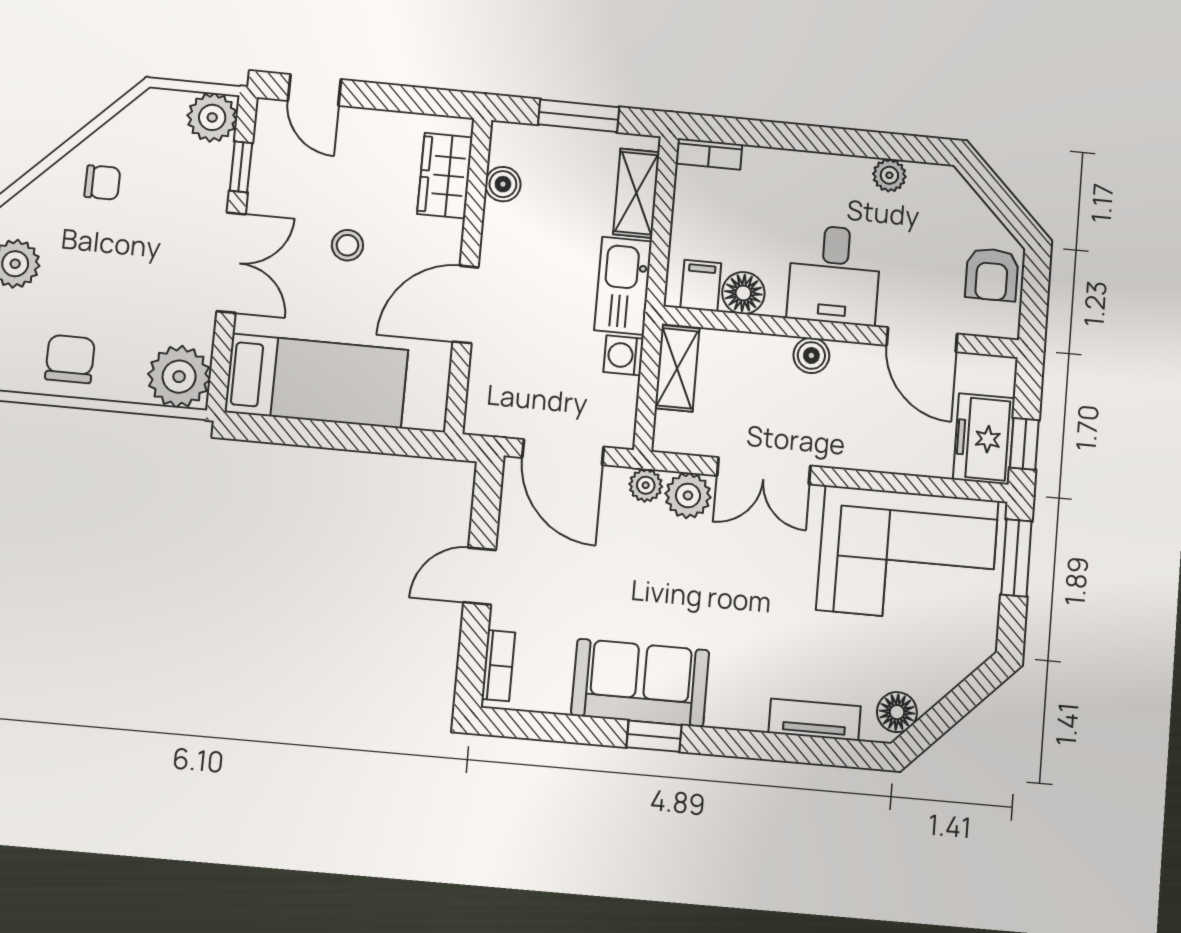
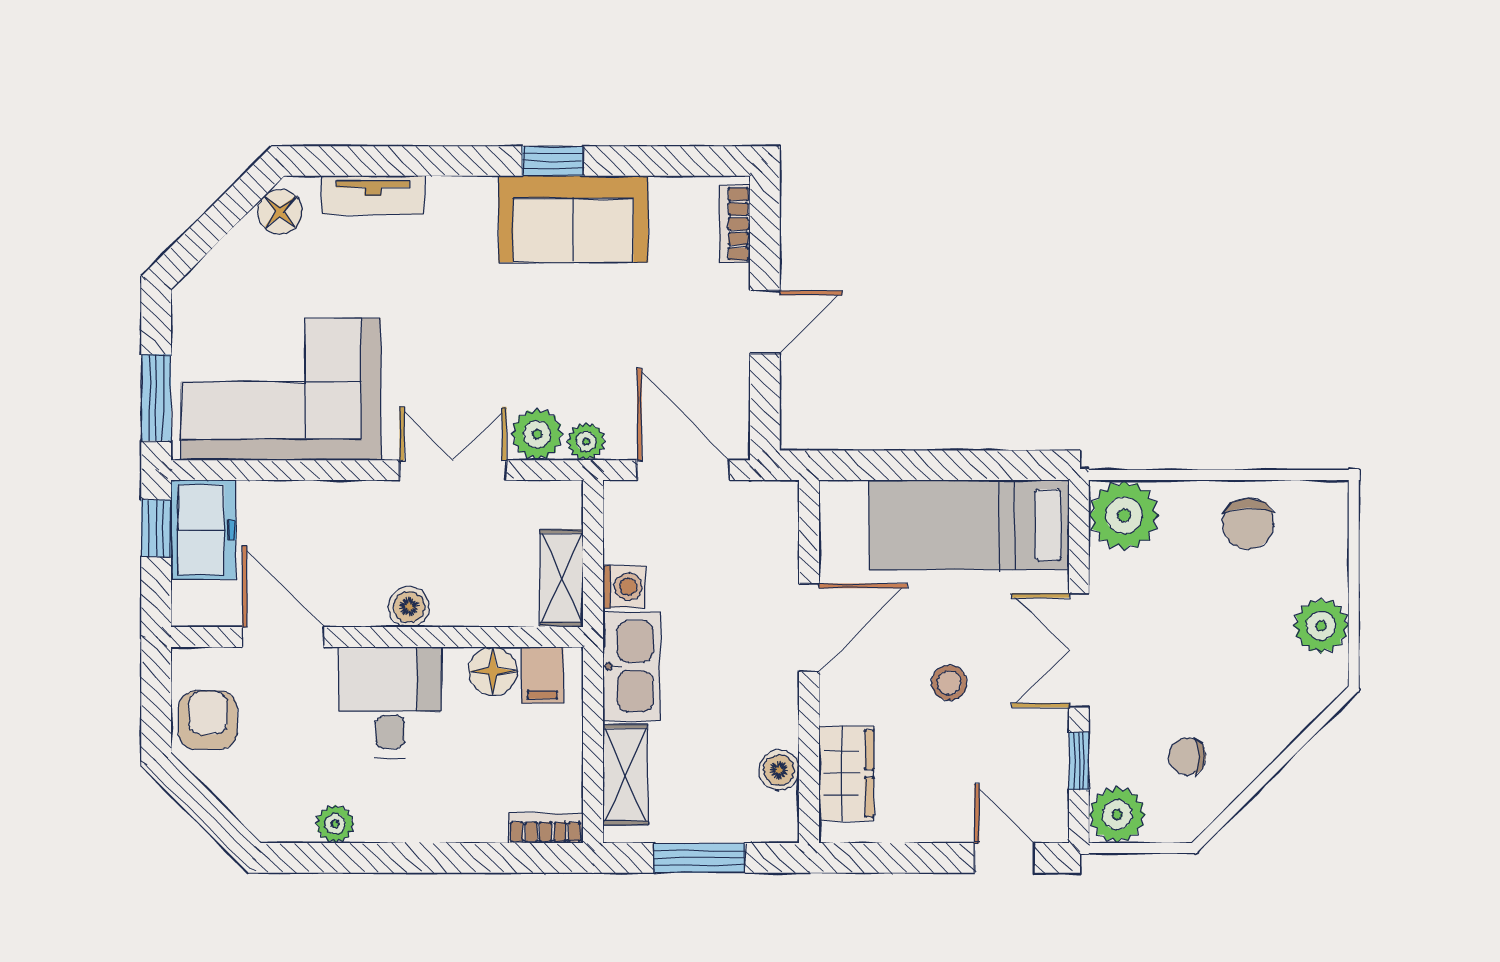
chair: (102, 182) -> (1187, 756), moved

